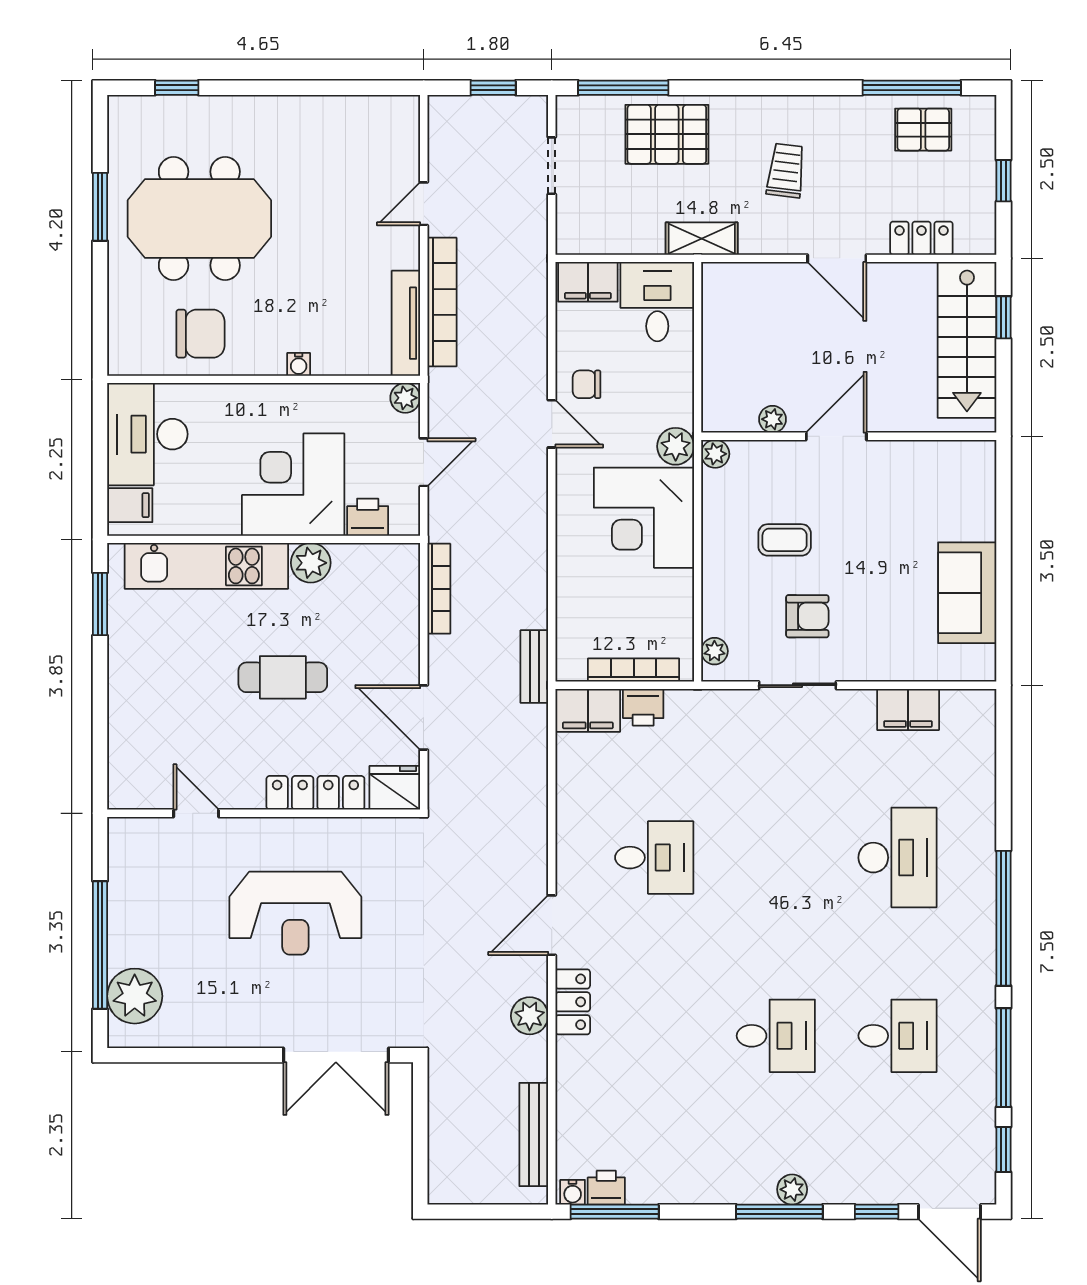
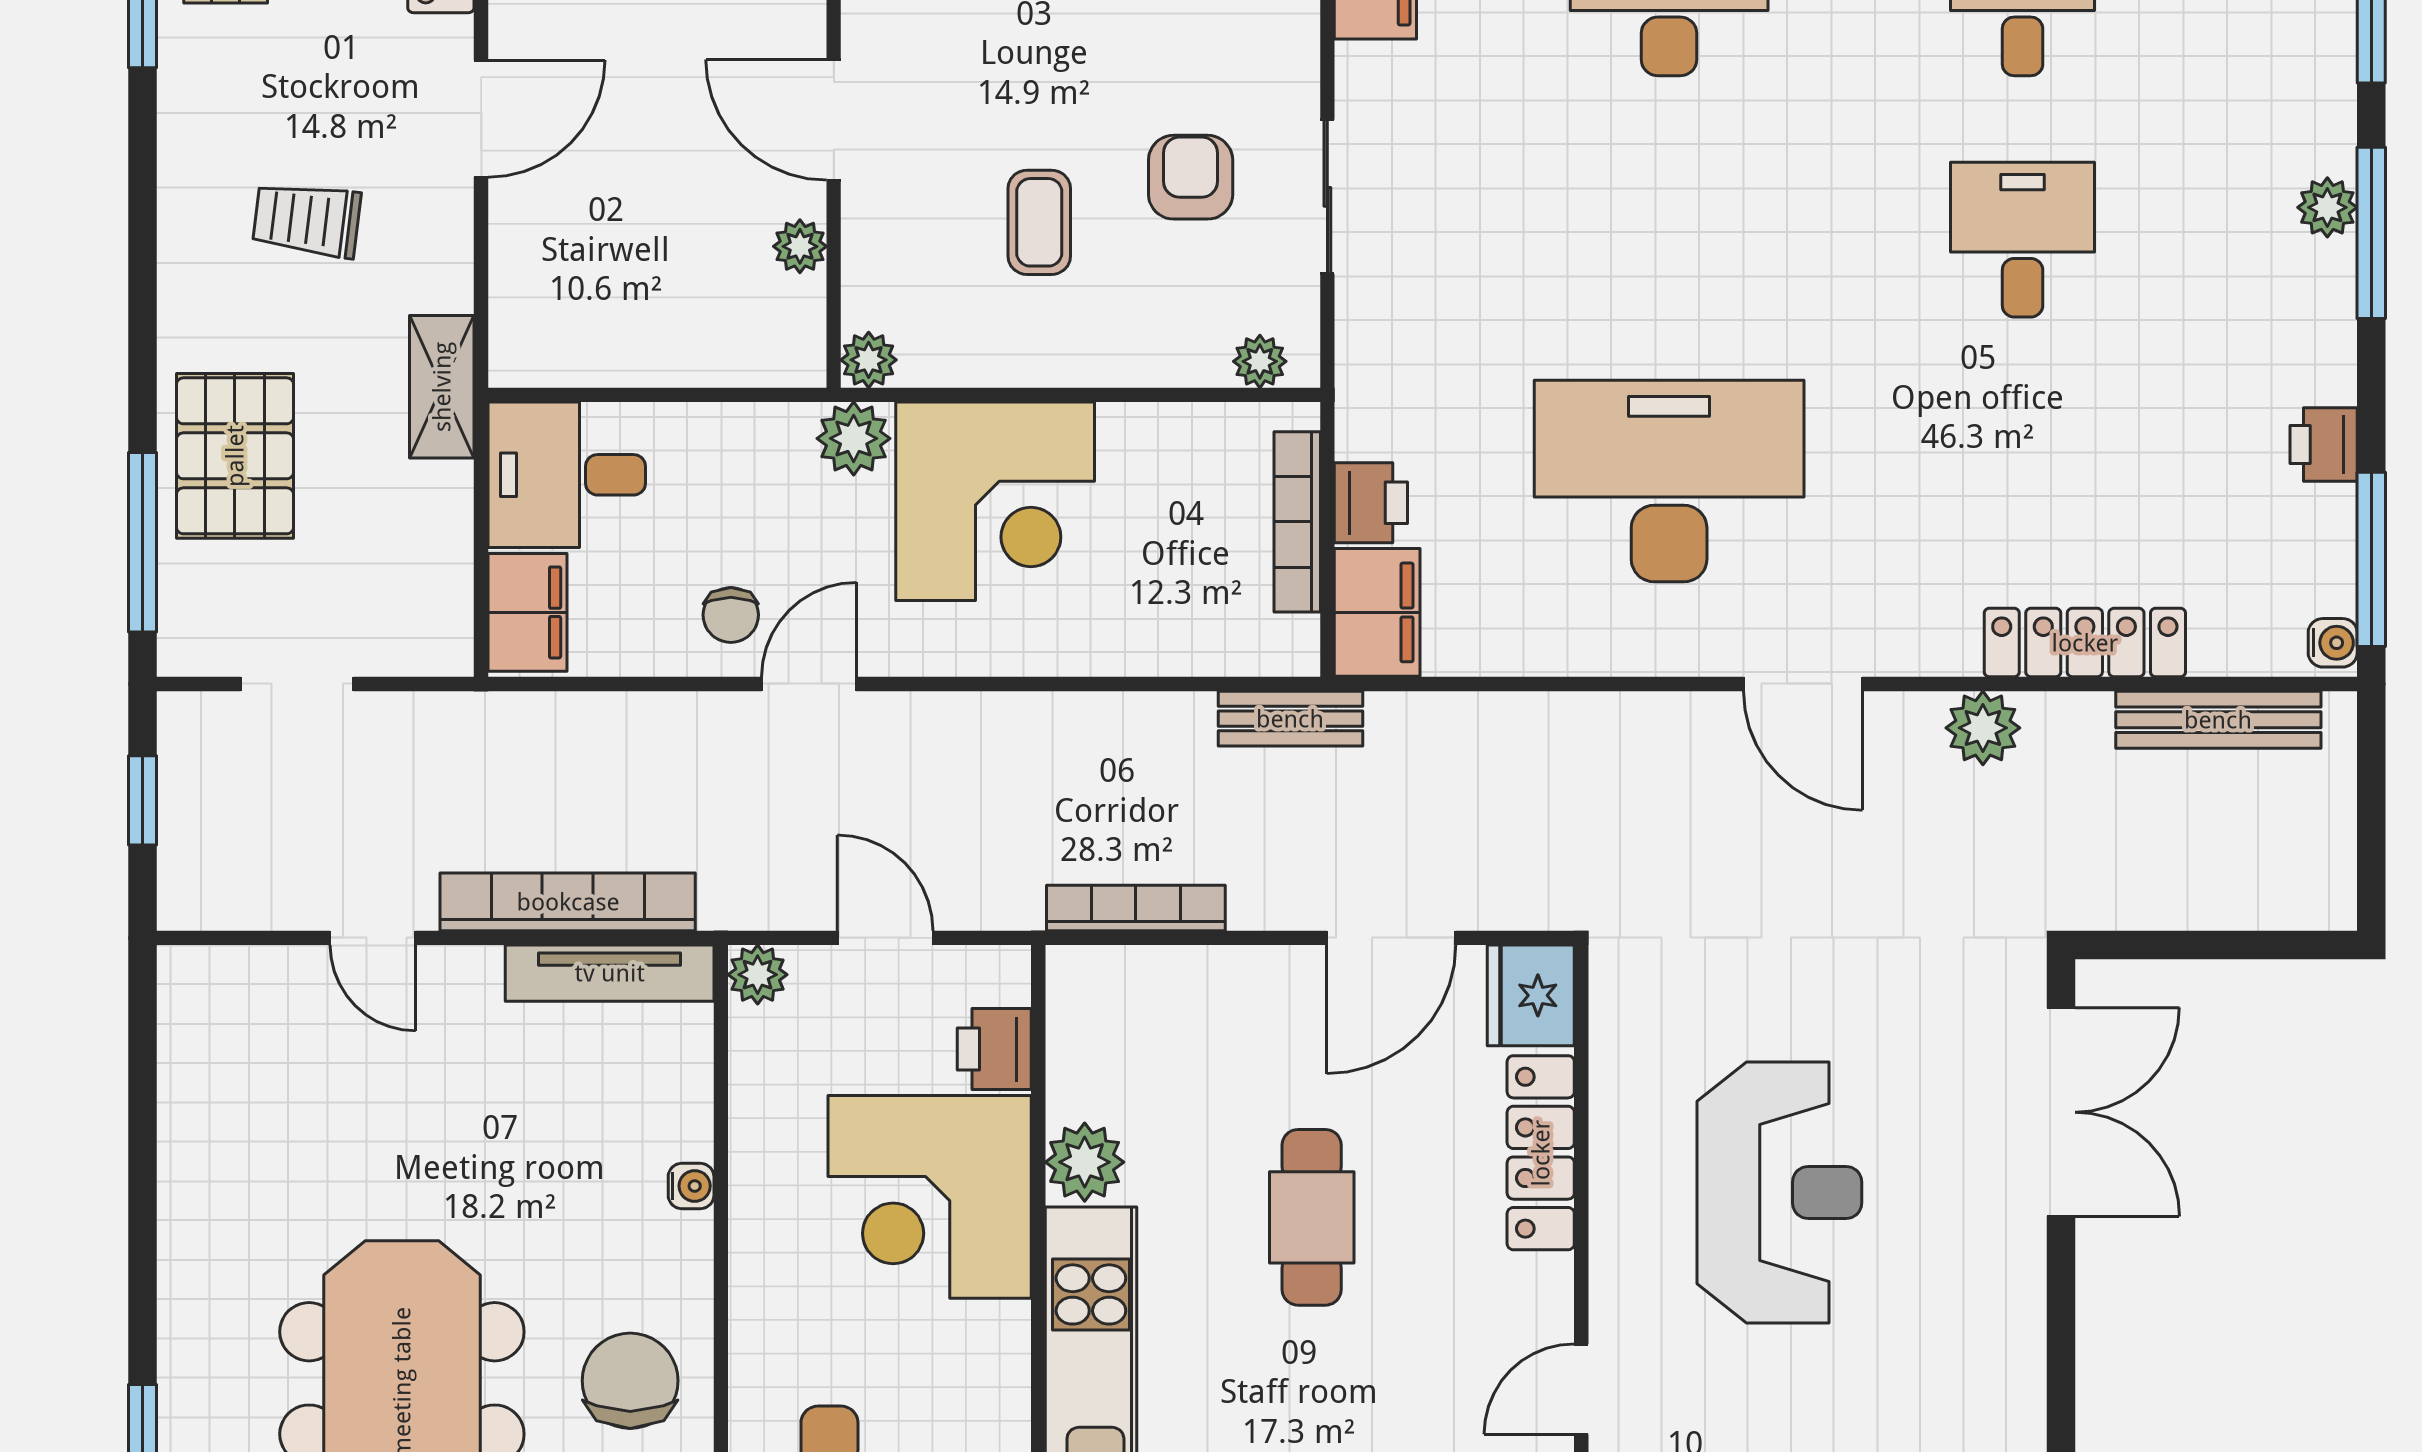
desk: (654, 858) -> (1669, 481), width x1.87, depth x1.30
locker: (573, 1002) -> (2085, 643), moved, width x1.53
printer: (606, 1188) -> (2324, 445), moved

